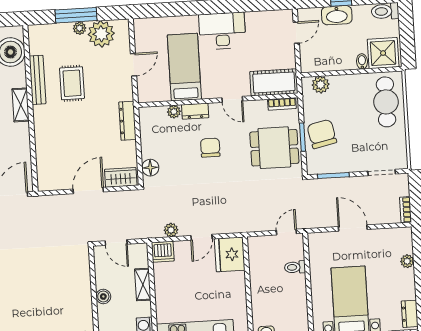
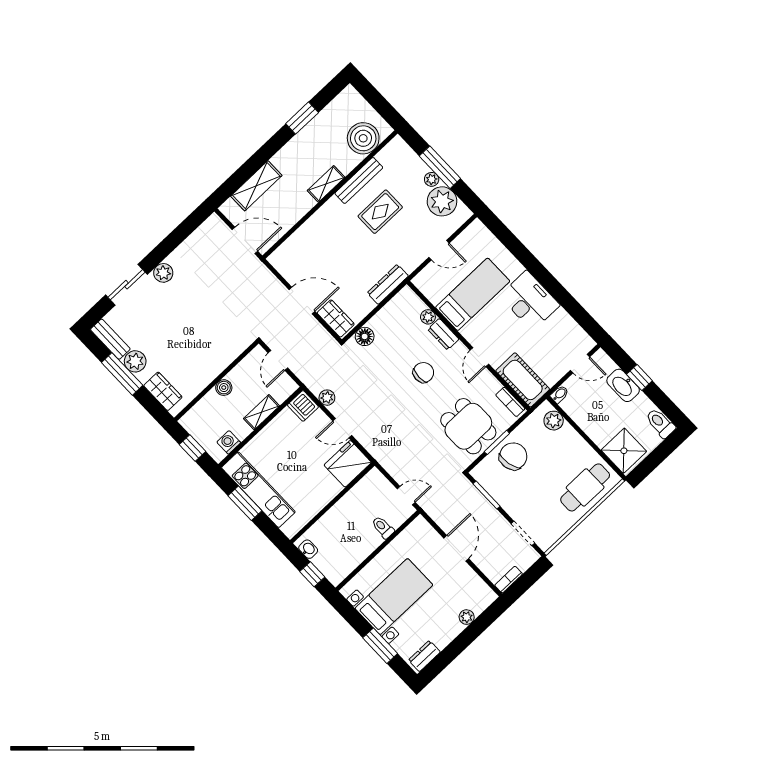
bidet: (362, 61) -> (560, 394), moved

